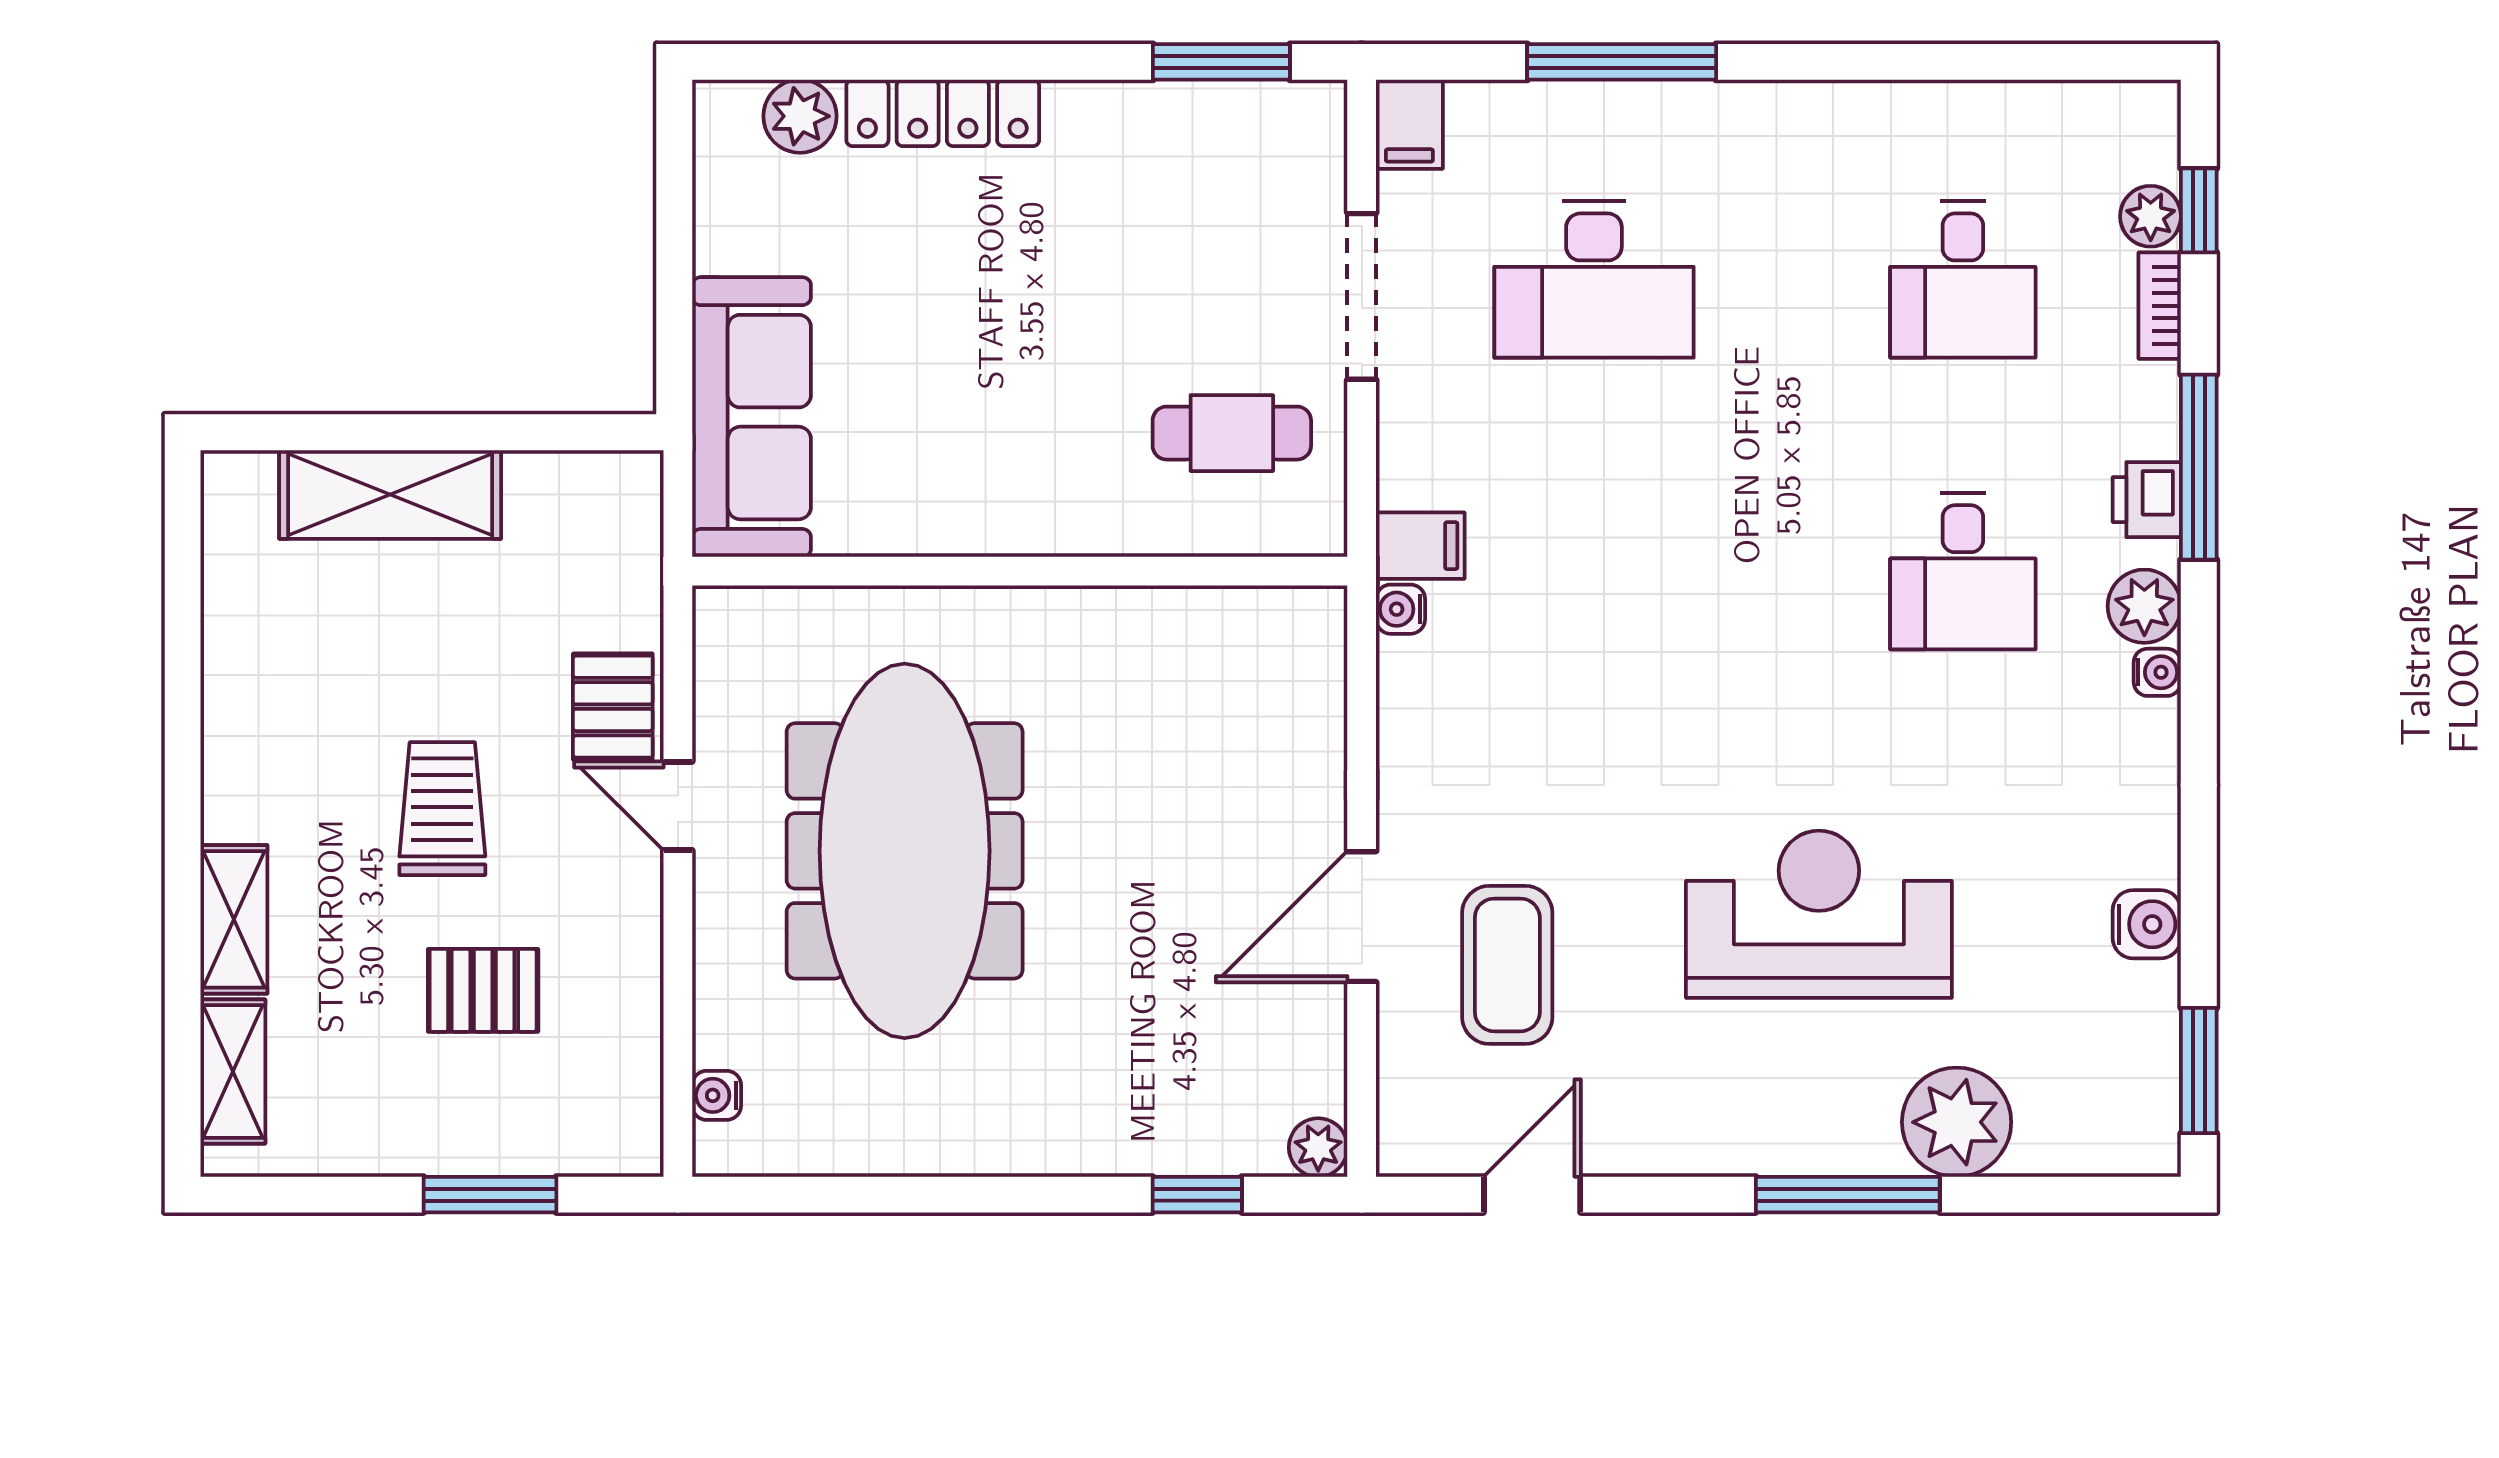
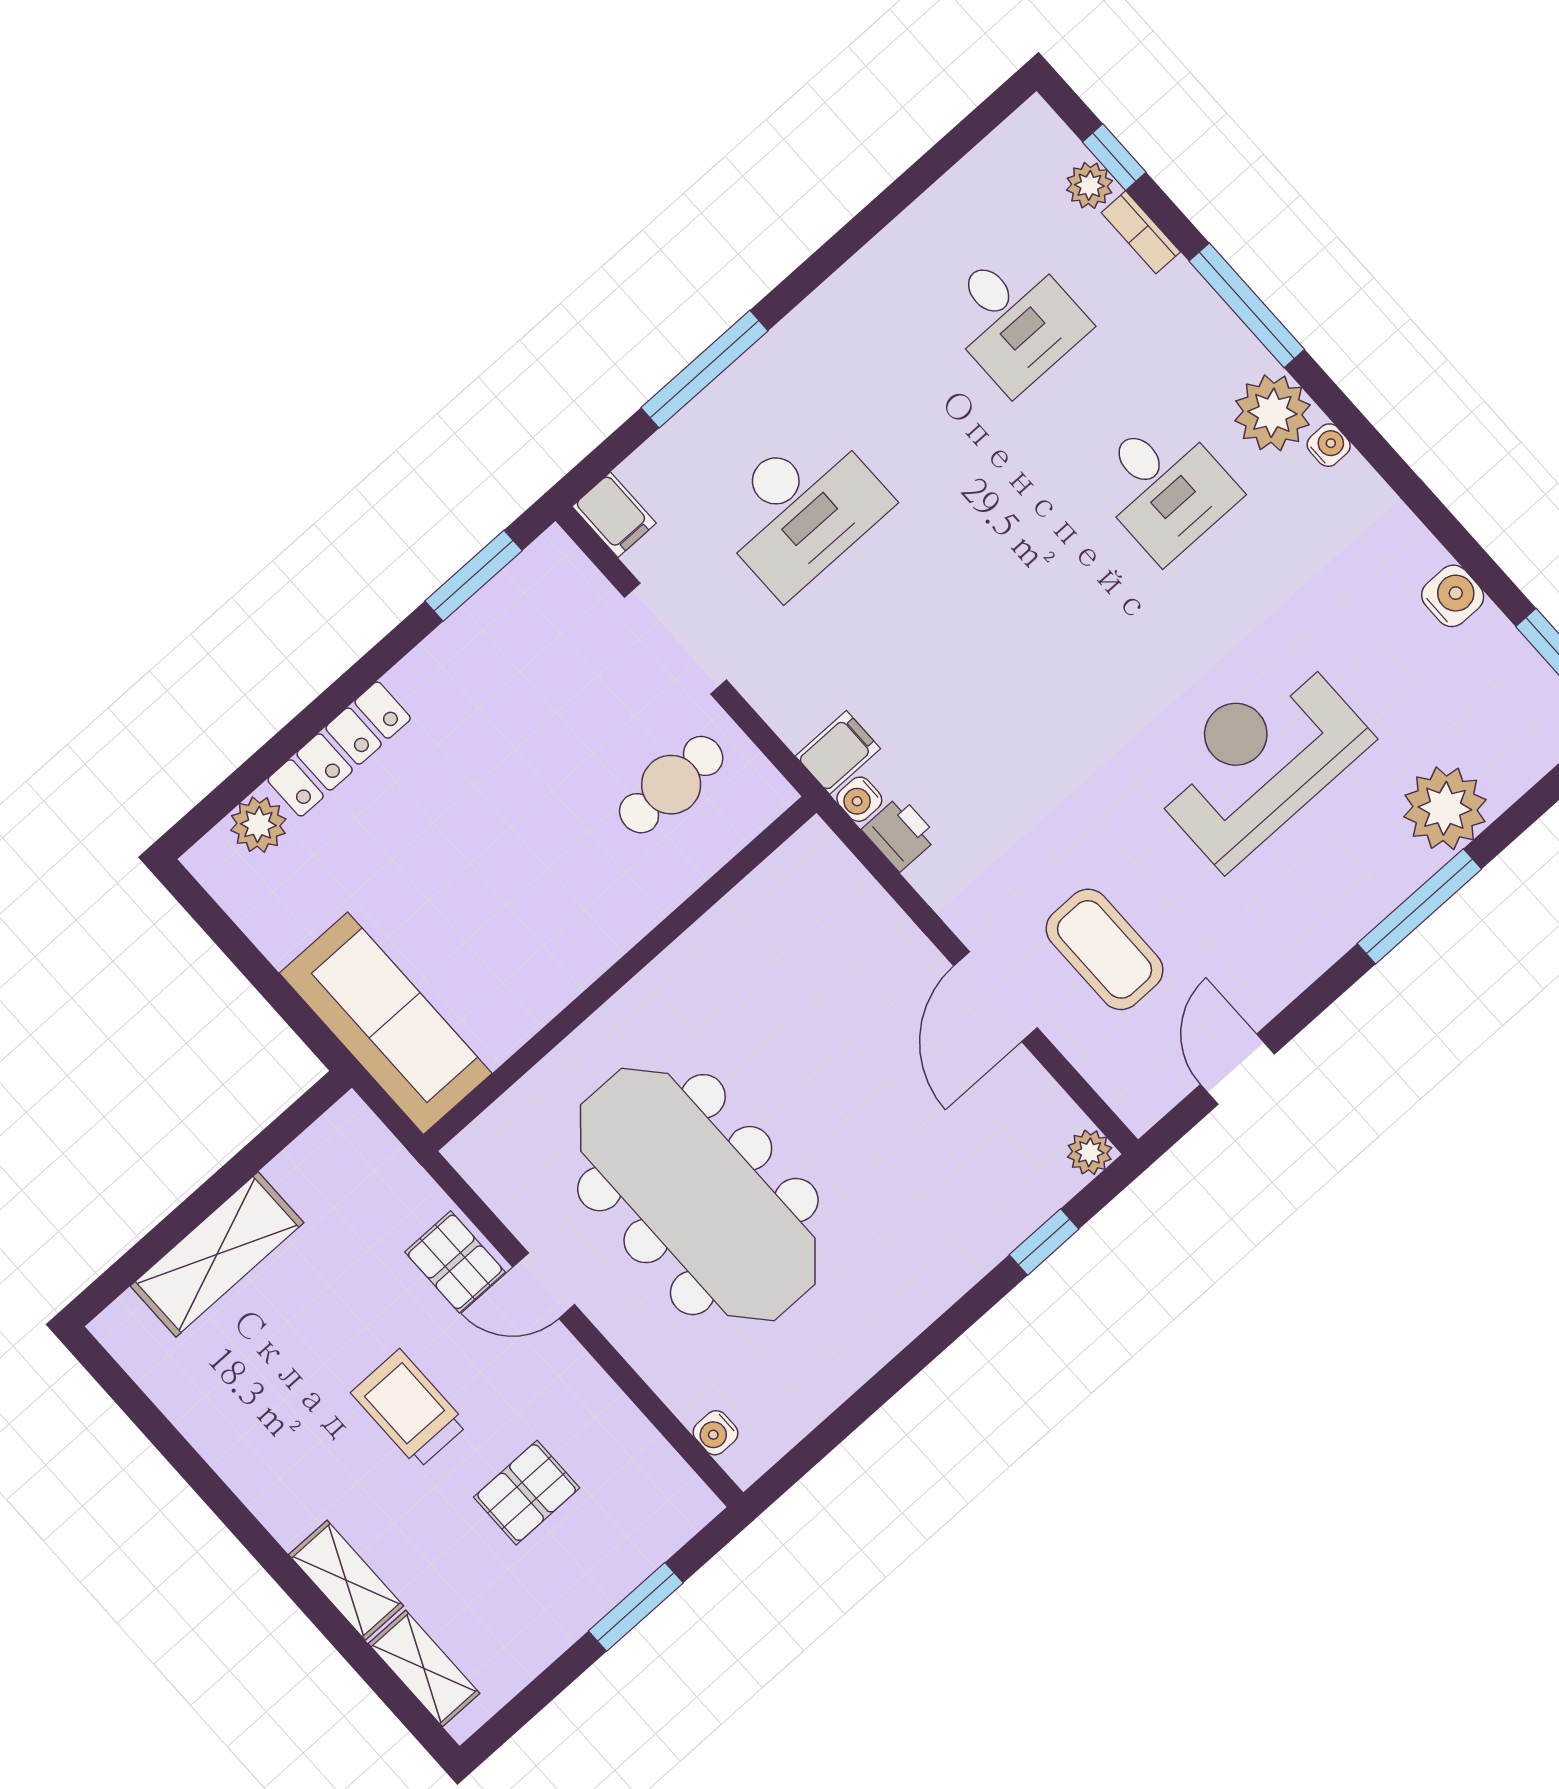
printer: (2147, 500) -> (900, 833), moved, turned 180
plant: (2144, 606) -> (1272, 413), width x1.36, depth x1.36

